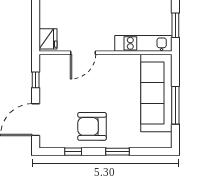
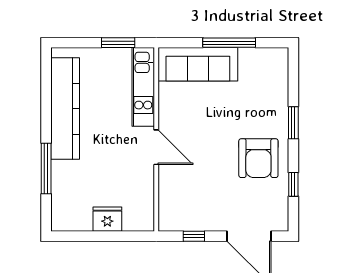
fridge: (48, 39) -> (107, 219), moved
door: (83, 53) -> (156, 147), moved
sofa: (156, 93) -> (198, 64), width x0.74, depth x0.79

